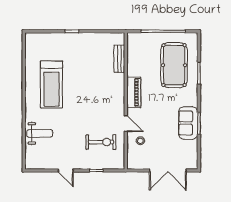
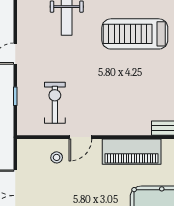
piano: (134, 92) -> (132, 152), width x1.37, depth x1.33
exercise bike: (101, 142) -> (55, 103), turned 180

